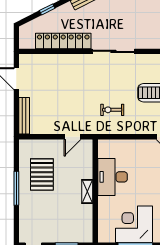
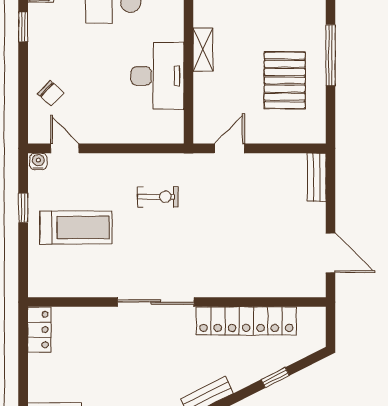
bench: (24, 116) -> (317, 177), width x0.73

